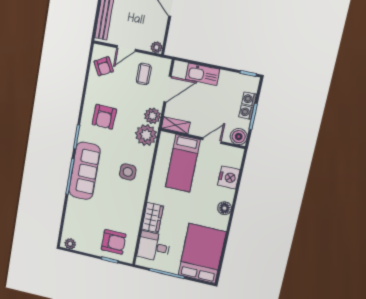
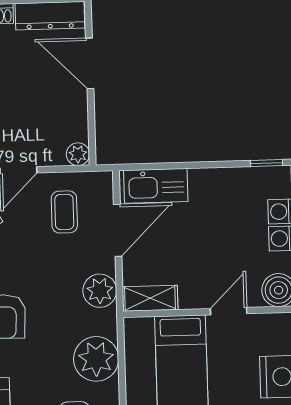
kitchen sink: (203, 74) -> (156, 186), moved
plant: (146, 135) -> (96, 359), moved

